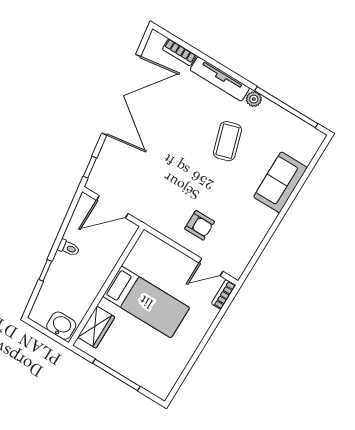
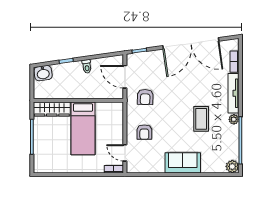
plant: (314, 138) -> (232, 166), added
coffee table: (227, 141) -> (201, 119), turned -73
sofa: (280, 182) -> (183, 163), moved
armchair: (155, 196) -> (145, 97), added
washbasin: (61, 326) -> (43, 73), moved, turned 82
wardrobe: (96, 327) -> (52, 109), width x1.50

